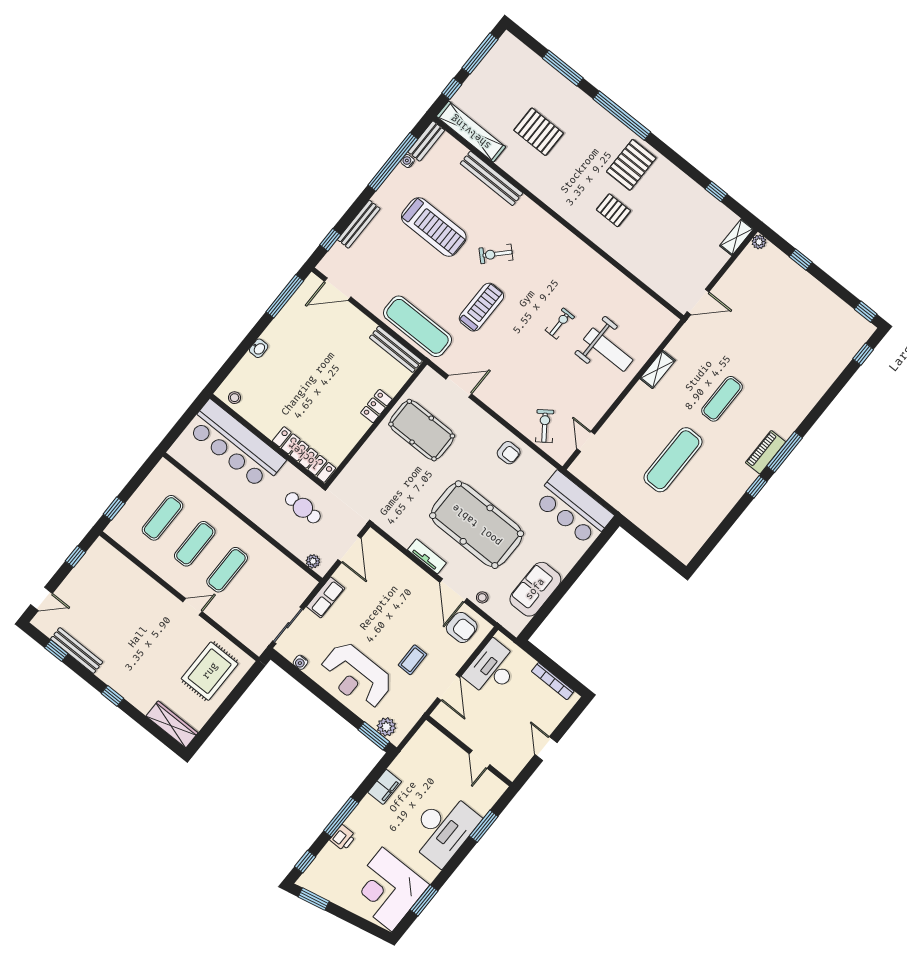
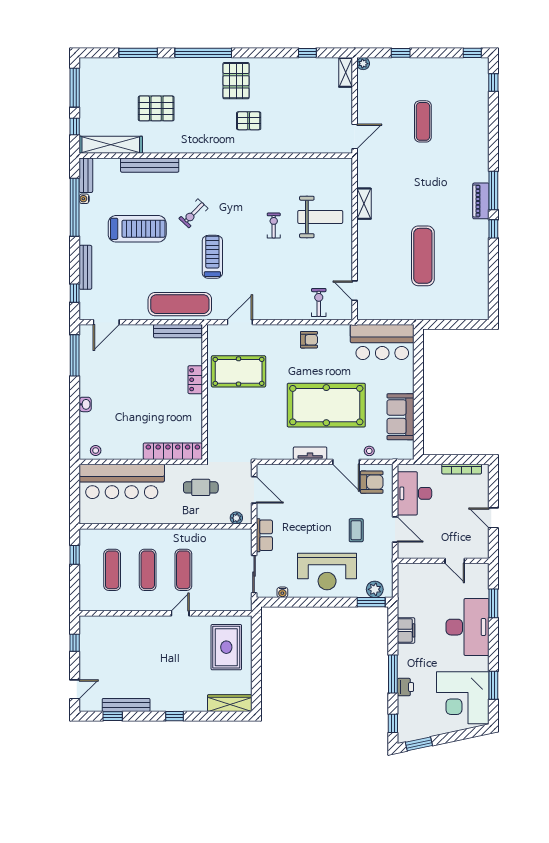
exercise mat: (722, 399) -> (423, 121), moved
exercise bike: (545, 426) -> (319, 302), turned 36
window: (114, 509) -> (75, 555), moved

